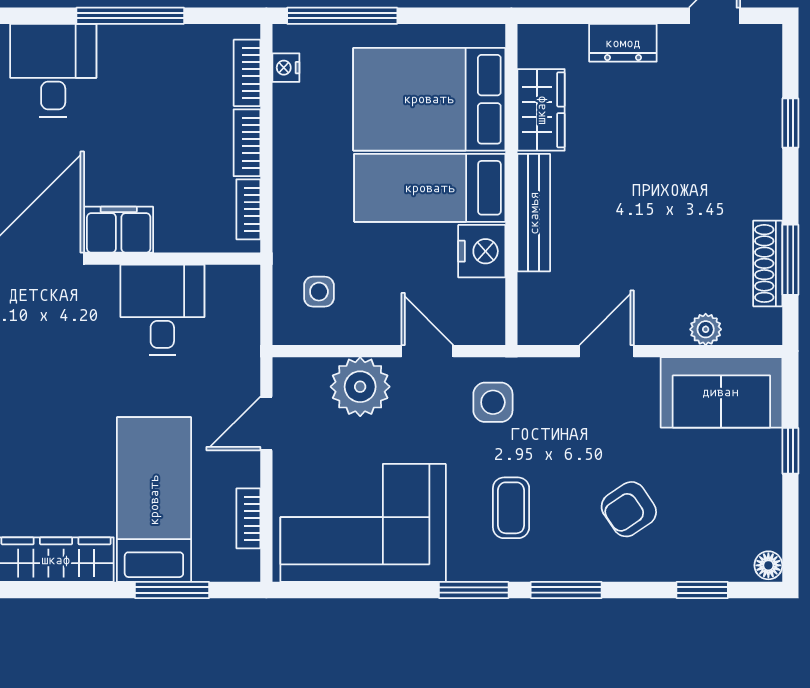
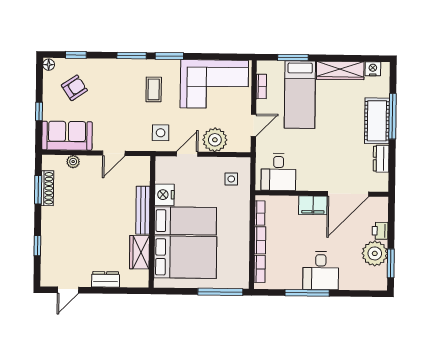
nightstand: (286, 68) -> (244, 271), removed
desk: (53, 70) -> (321, 271), moved
desk: (162, 310) -> (278, 172), moved
door: (427, 351) -> (187, 154), swing flipped
armchair: (629, 509) -> (74, 88), moved

